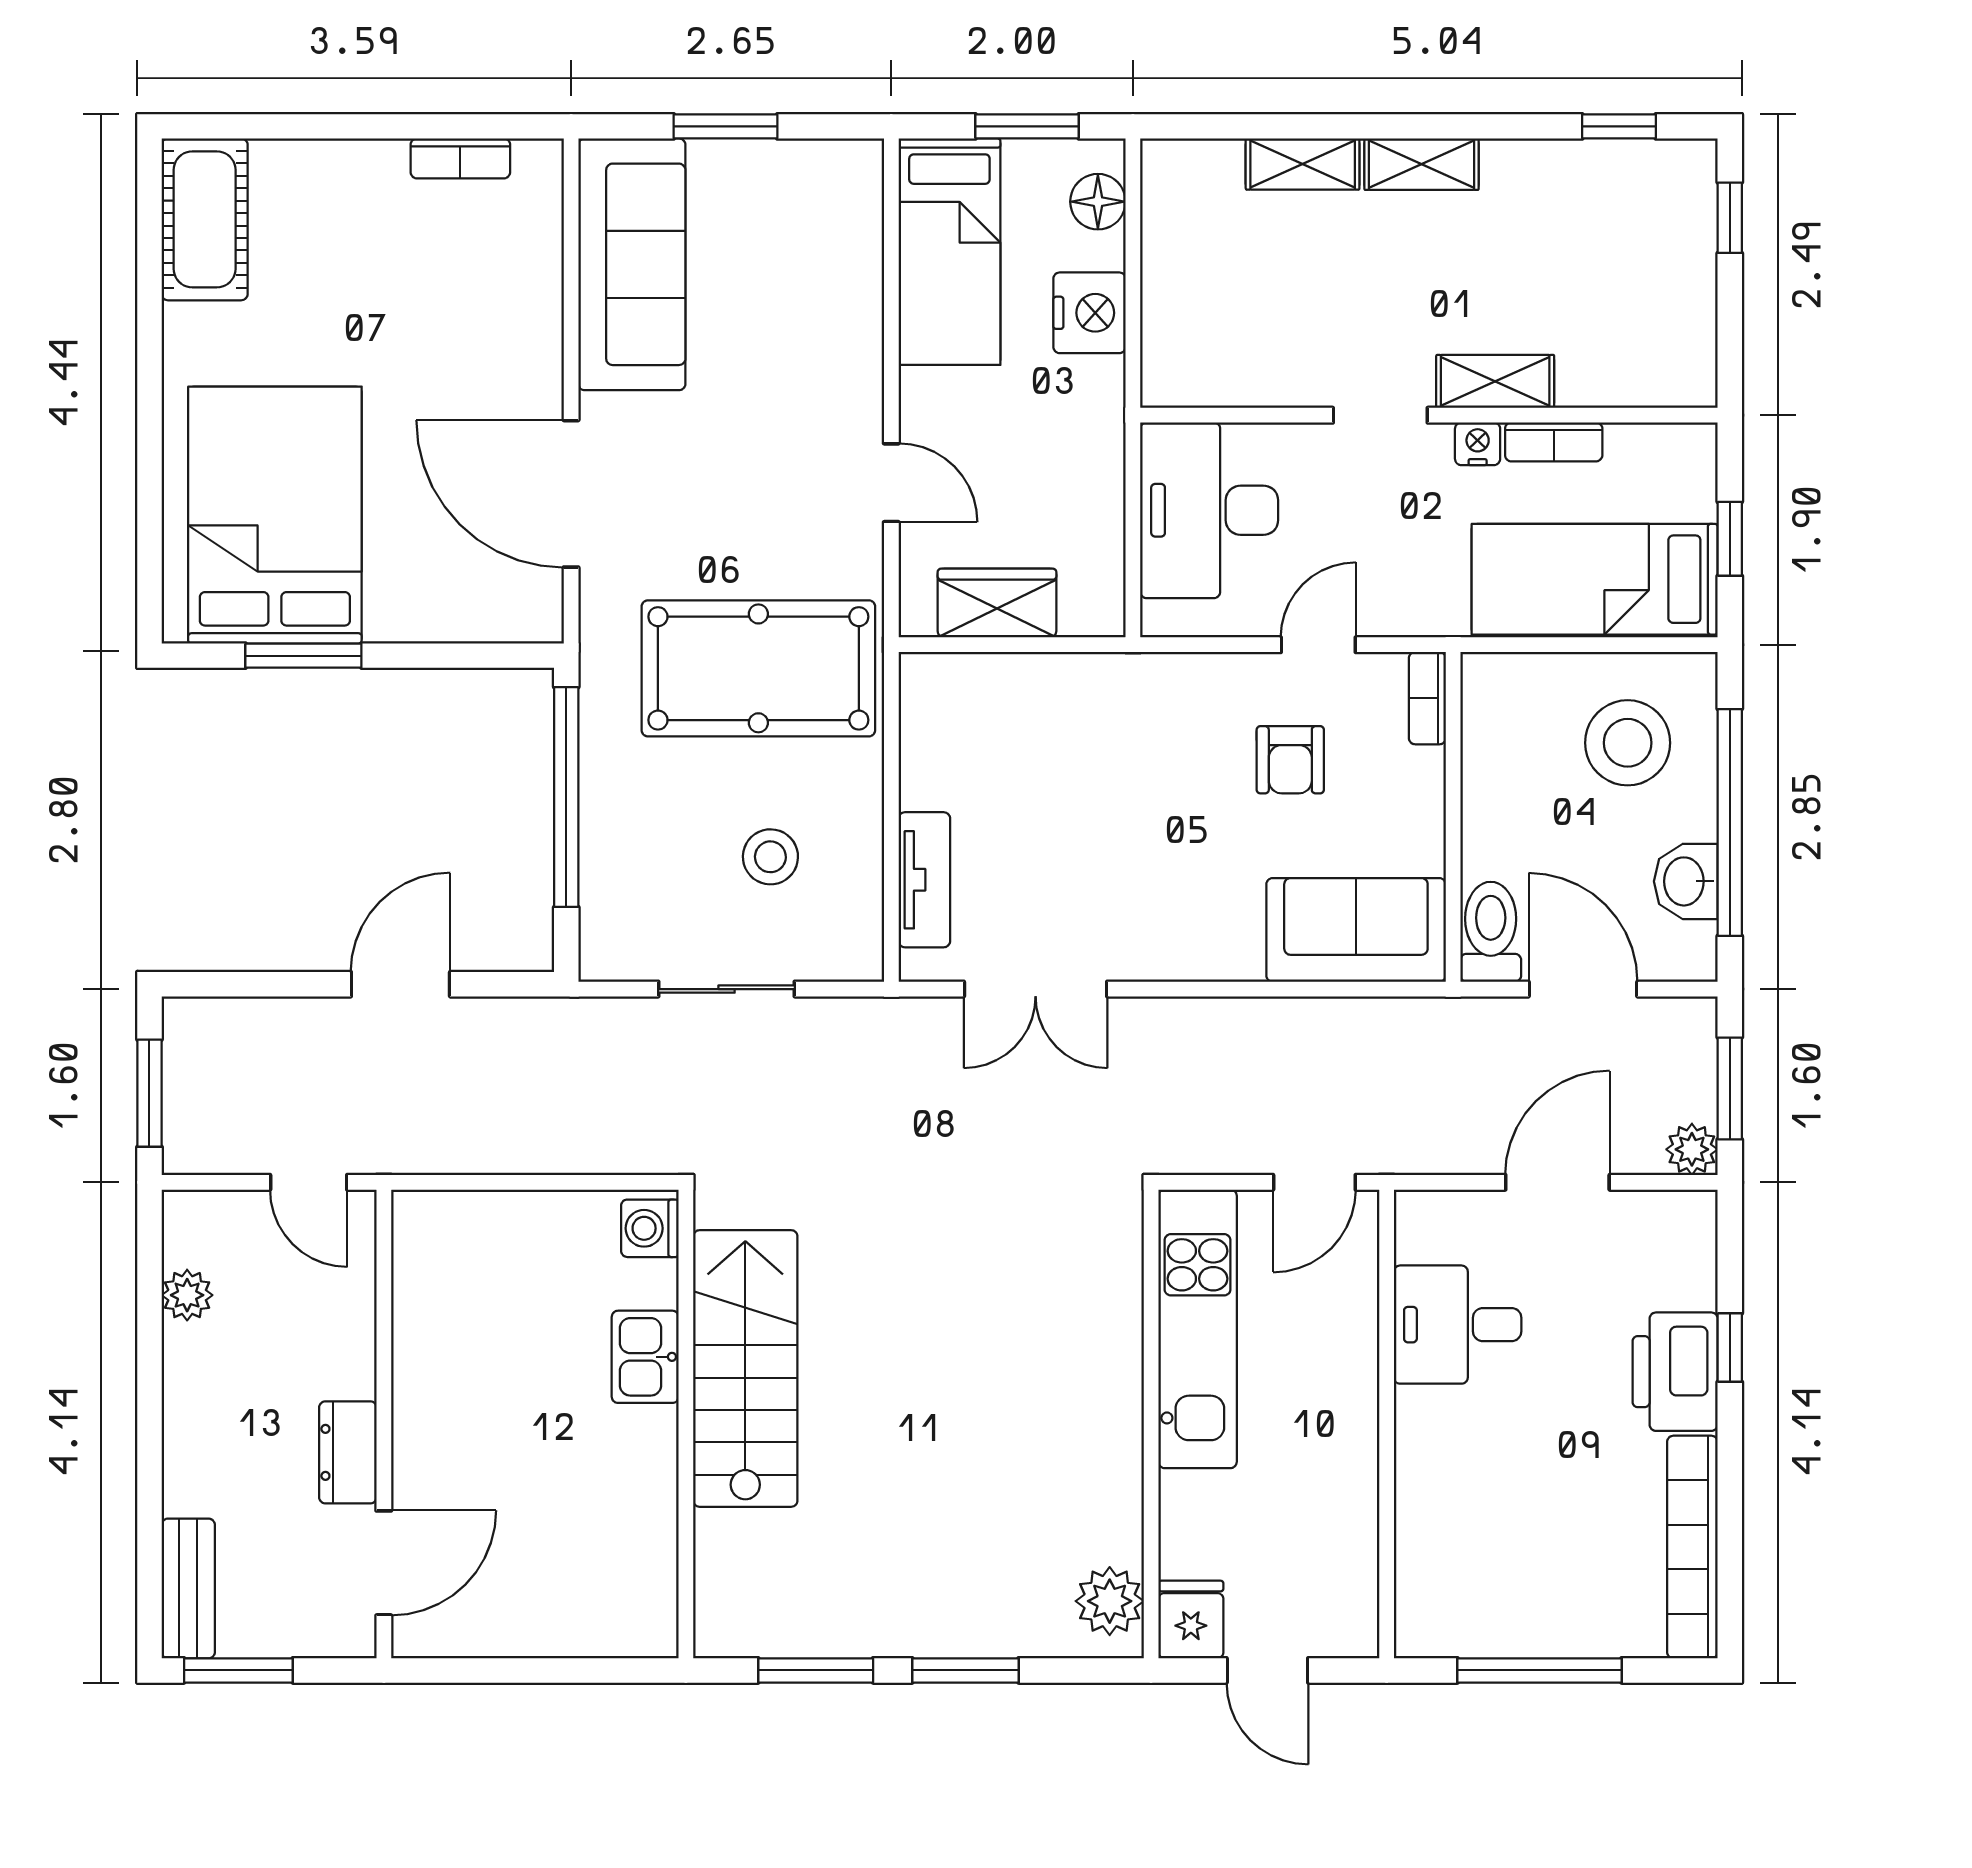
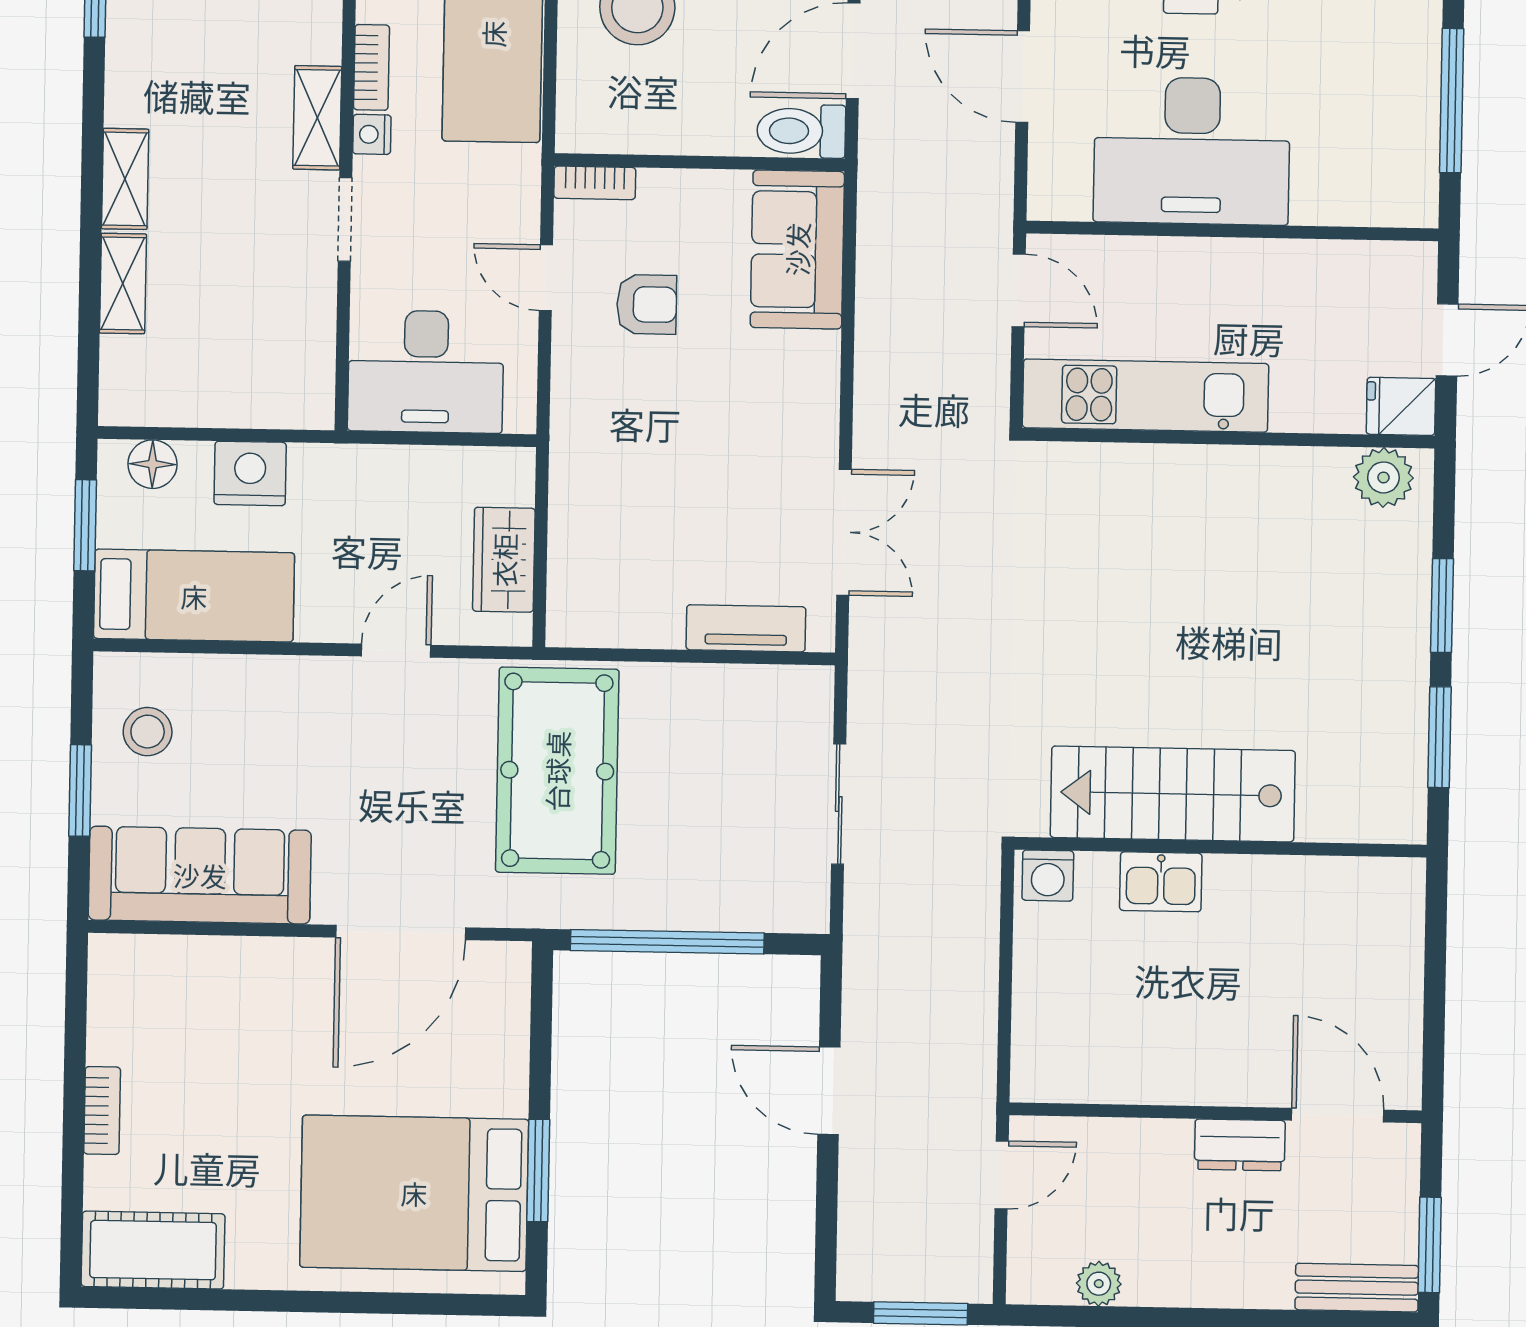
bookcase: (460, 158) -> (102, 1111), moved
stool: (770, 857) -> (148, 732), moved
desk: (1458, 1325) -> (1192, 151), width x1.87, depth x1.30

